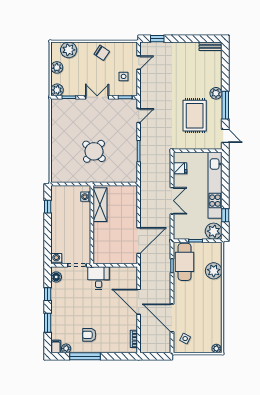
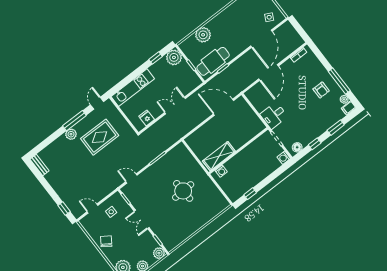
round table: (94, 151) -> (183, 191), turned 45
kitchen unit: (215, 185) -> (133, 88), width x0.73

